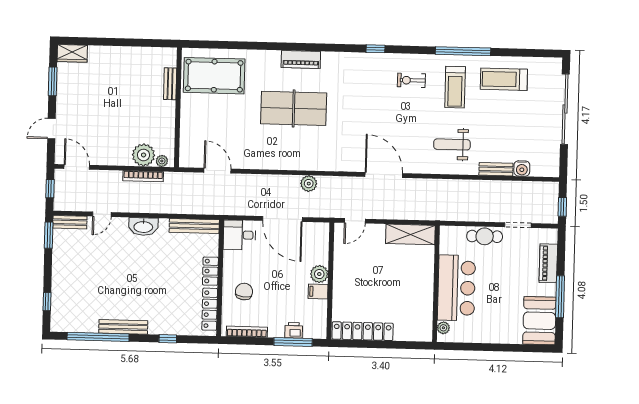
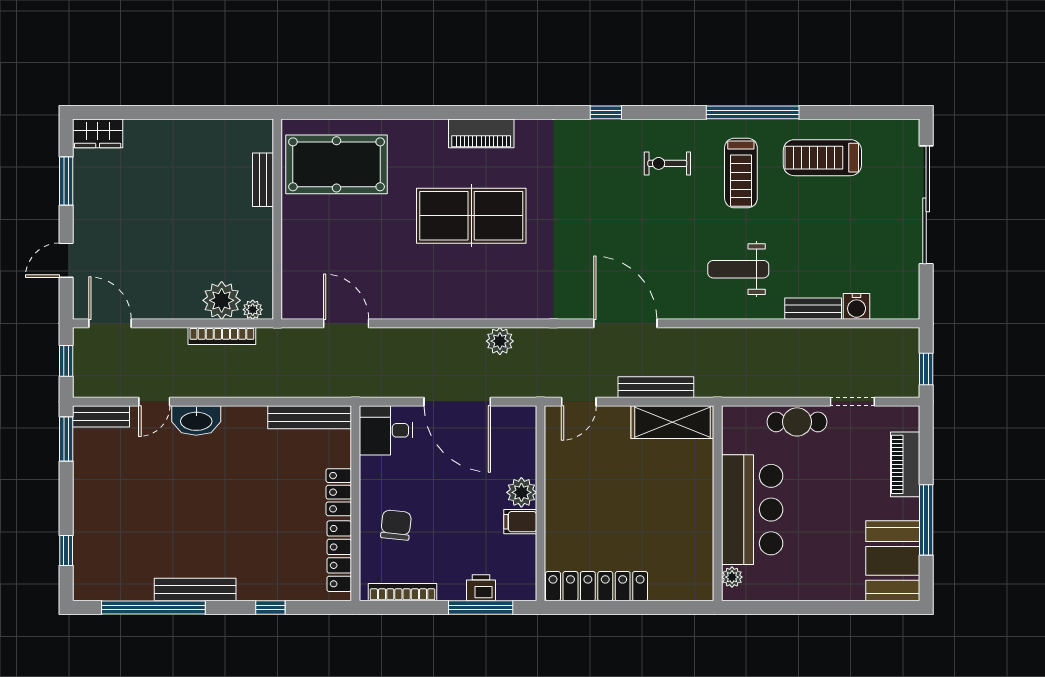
bench: (401, 213) -> (656, 387), added
washbasin: (143, 227) -> (196, 420), moved

